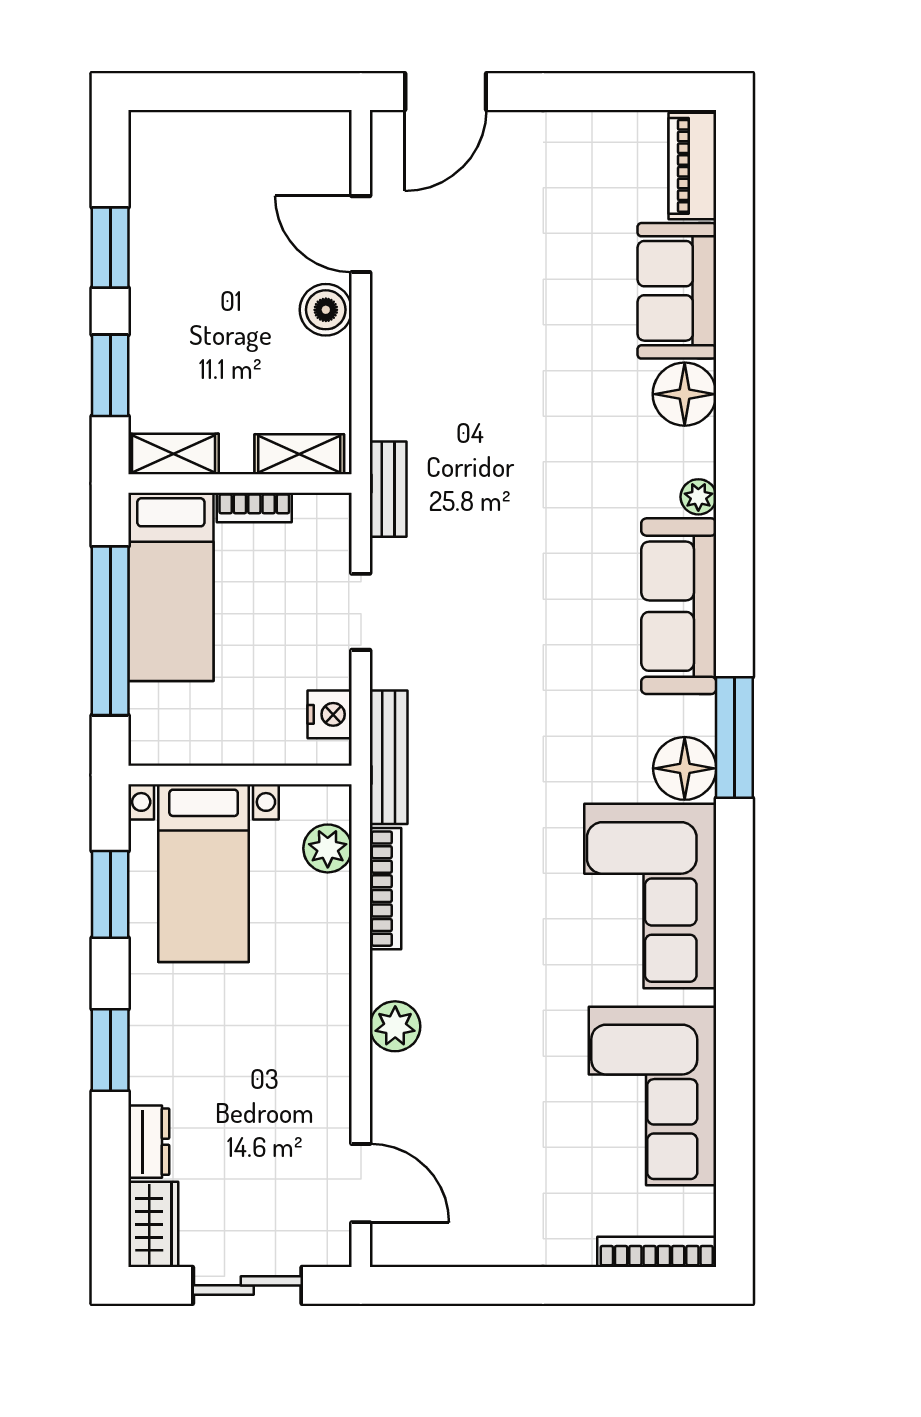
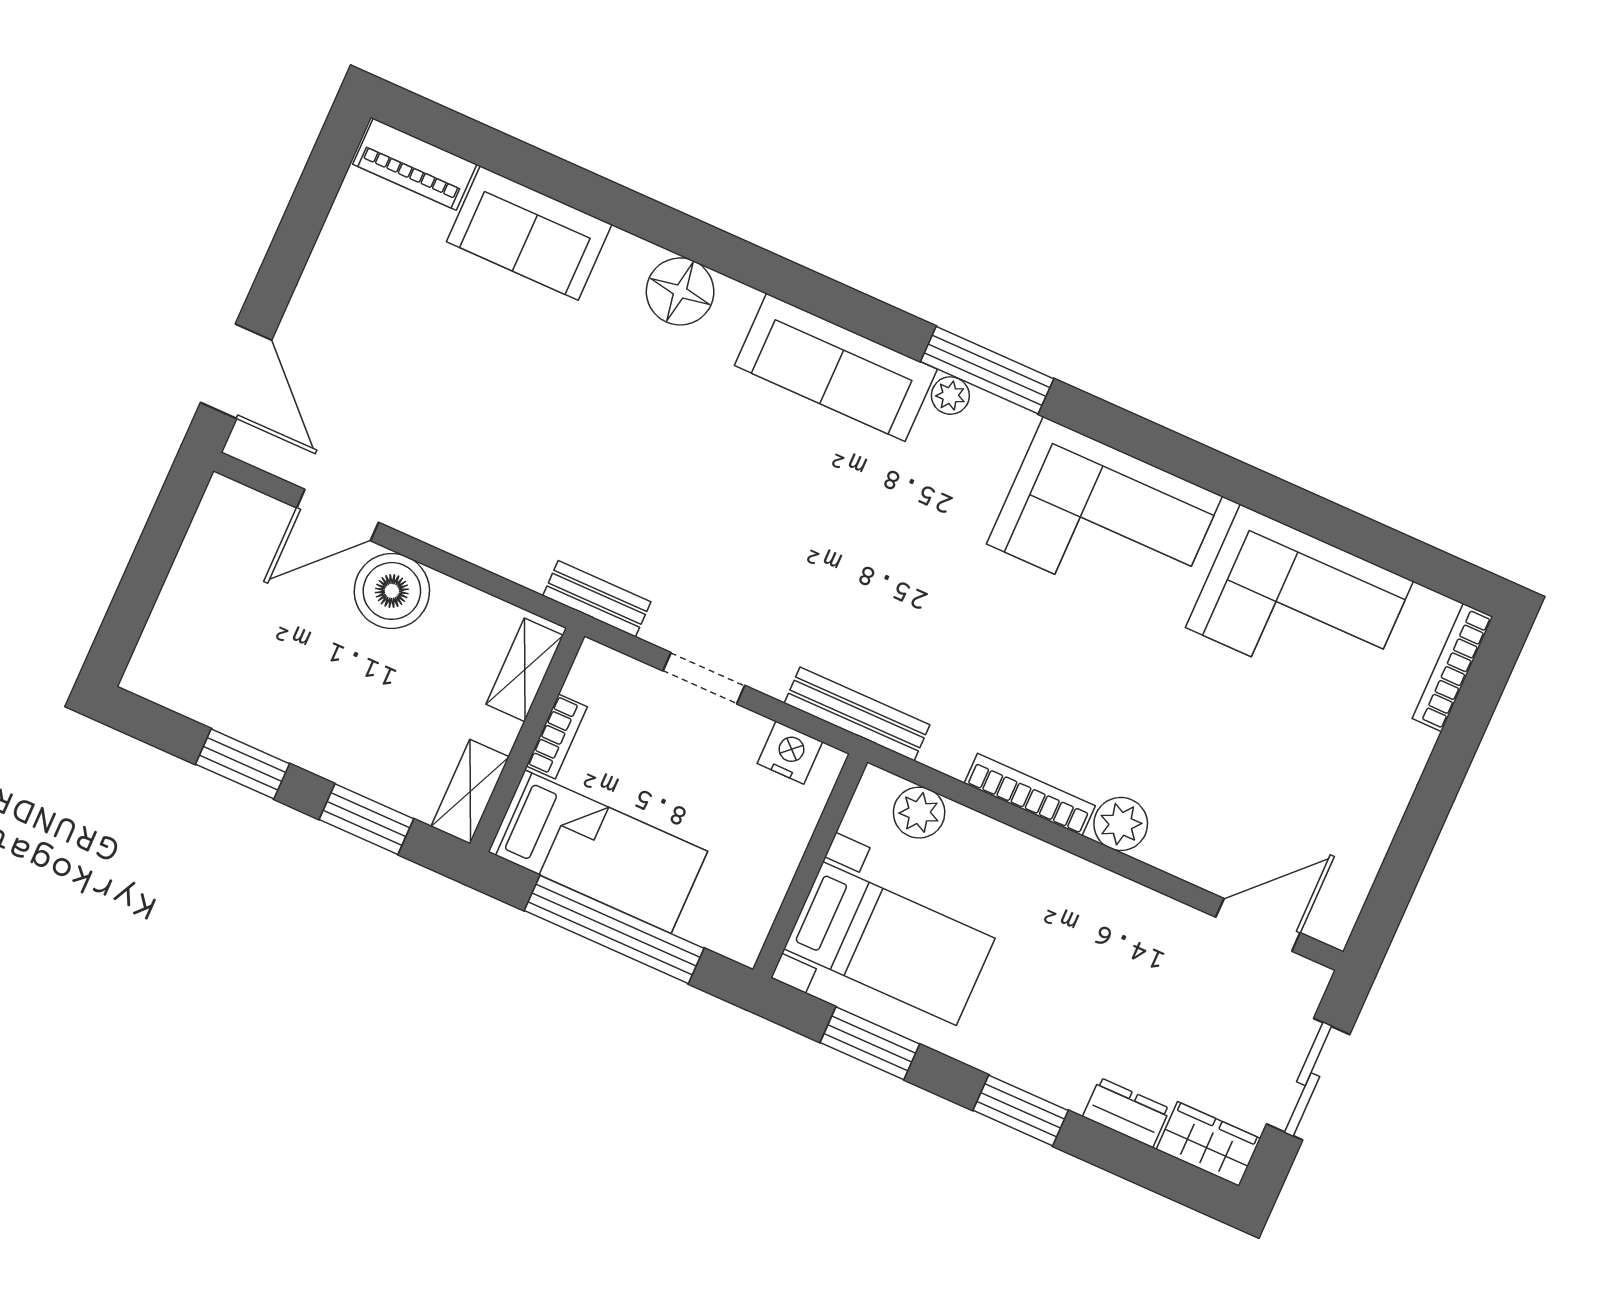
boiler: (326, 310) -> (392, 591), width x1.37, depth x1.37
floor lamp: (685, 394) -> (680, 291), moved
plant: (698, 497) -> (950, 396), moved
floor lamp: (685, 768) -> (996, 432), removed
bookcase: (385, 889) -> (1030, 795), moved

